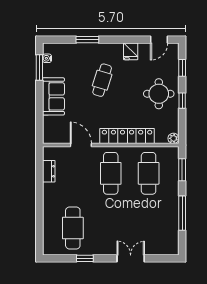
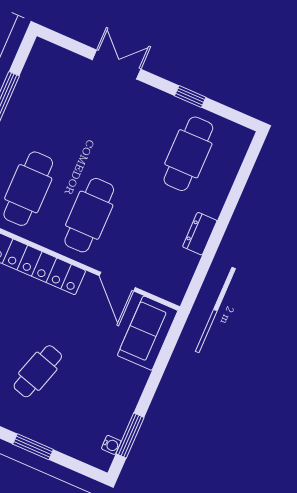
sofa: (53, 96) -> (148, 333), moved
dresser: (49, 171) -> (200, 234), moved
double door: (131, 258) -> (117, 65), swing flipped

